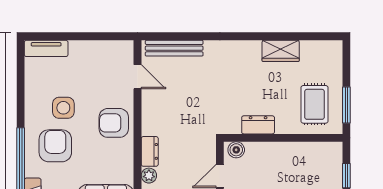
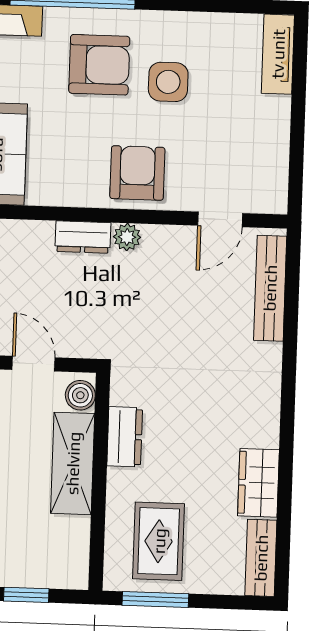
bench: (322, 48) -> (261, 558), added
rug: (314, 104) -> (159, 541), turned 90
shelving: (274, 153) -> (73, 463), added
plant: (149, 176) -> (127, 237), moved

